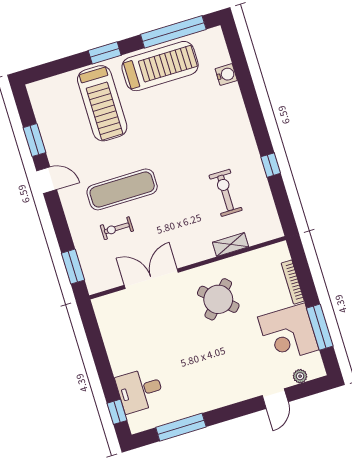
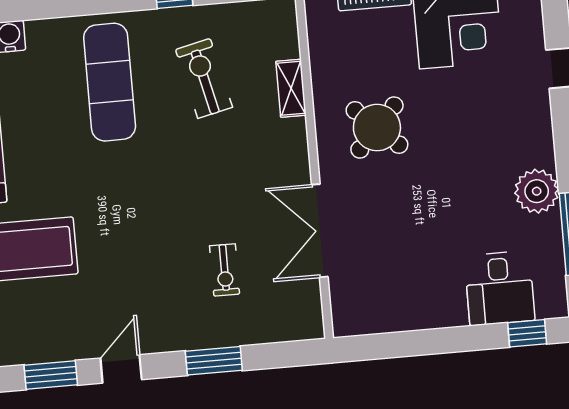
exercise mat: (122, 189) -> (110, 82), moved
exercise bike: (226, 193) -> (204, 78), turned 77
window: (73, 267) -> (214, 361), moved
plant: (300, 376) -> (537, 191), moved, width x1.87, depth x1.87

